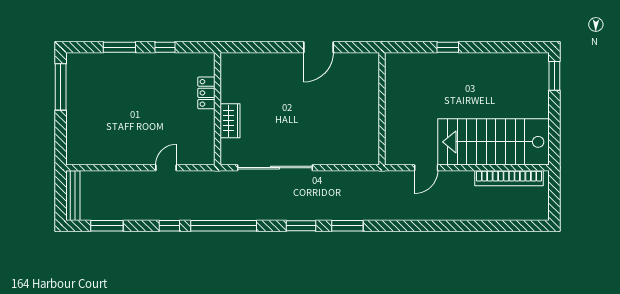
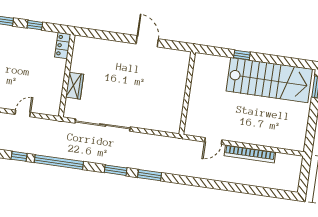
door: (318, 47) -> (147, 41), swing flipped
locker: (206, 93) -> (63, 46), moved
stairs: (494, 142) -> (269, 80), moved, turned 180
bookcase: (509, 178) -> (250, 154), moved

